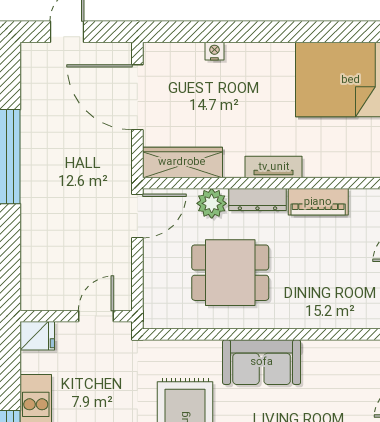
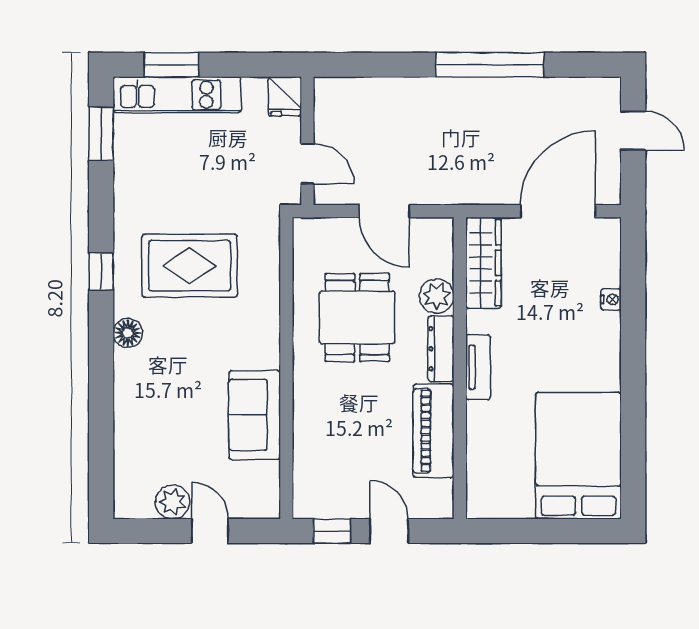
piano: (318, 202) -> (434, 431), width x1.37, depth x1.33
door: (137, 216) -> (384, 211), moved
sofa: (262, 362) -> (255, 415), moved

